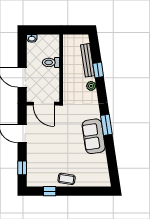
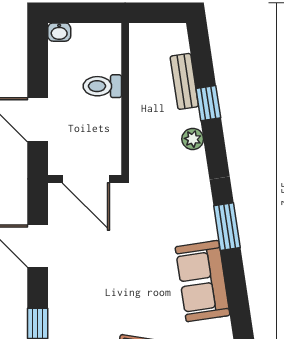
bench: (87, 60) -> (184, 81), width x0.73
sofa: (94, 136) -> (203, 281), moved

